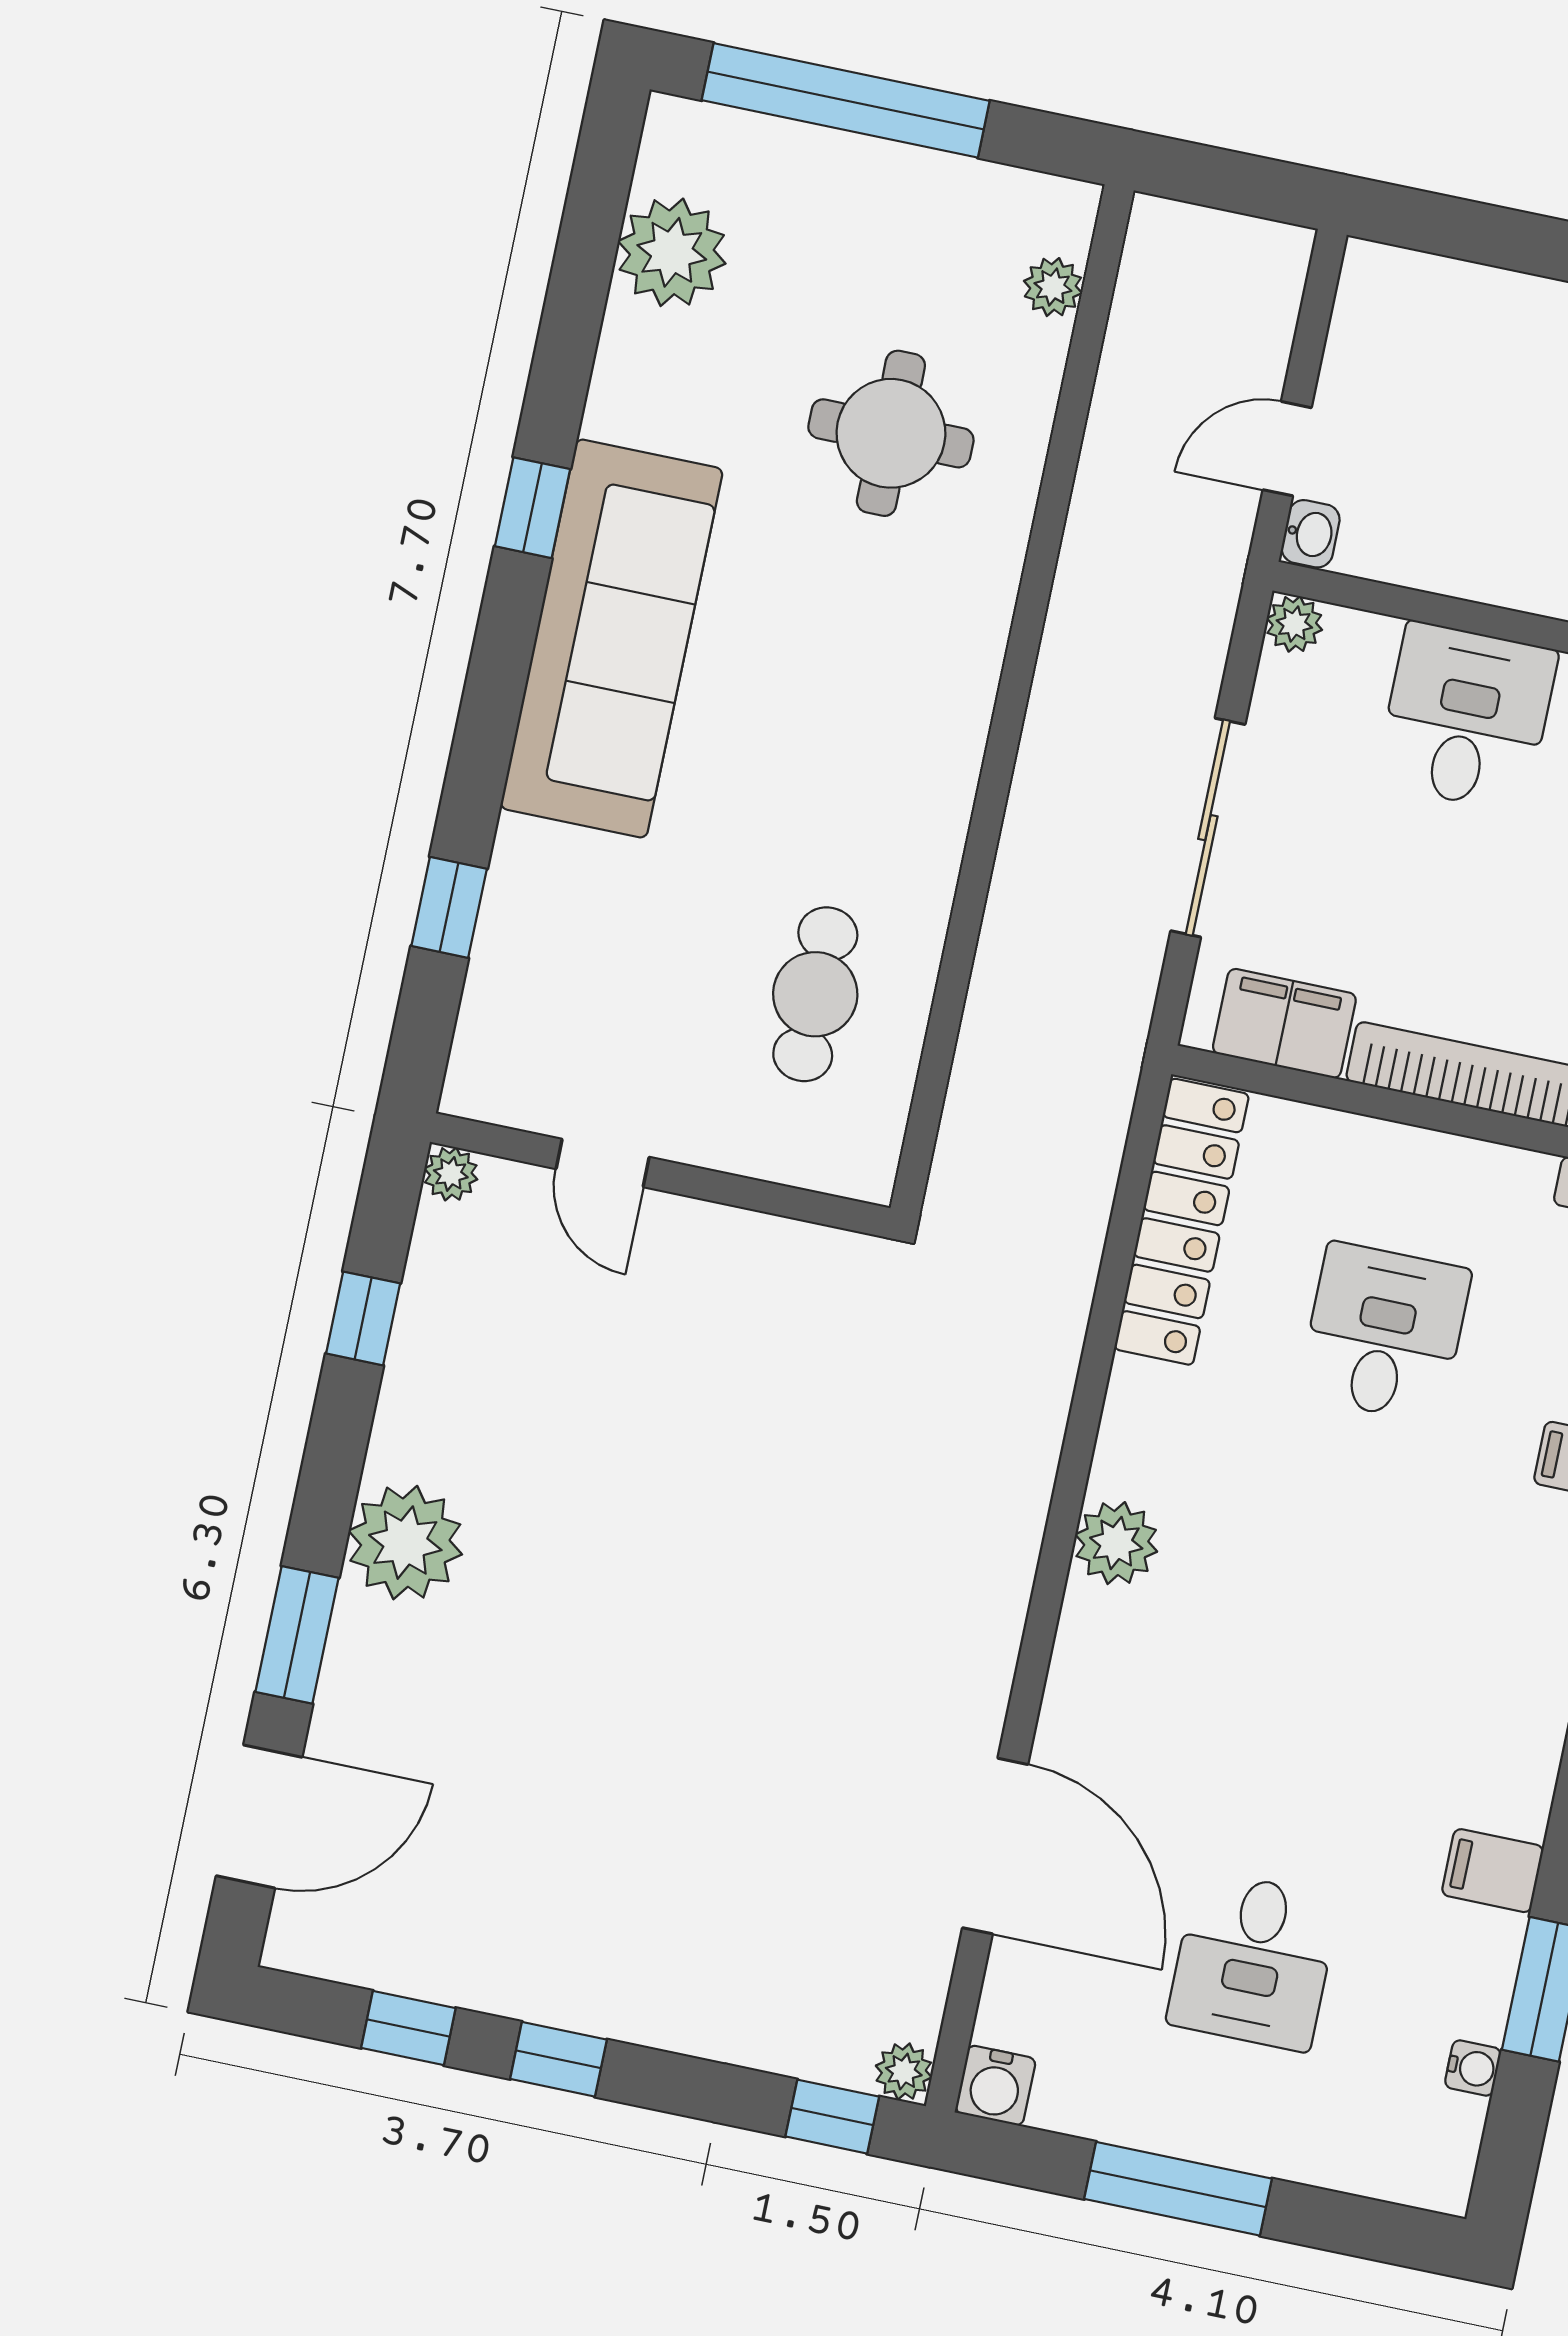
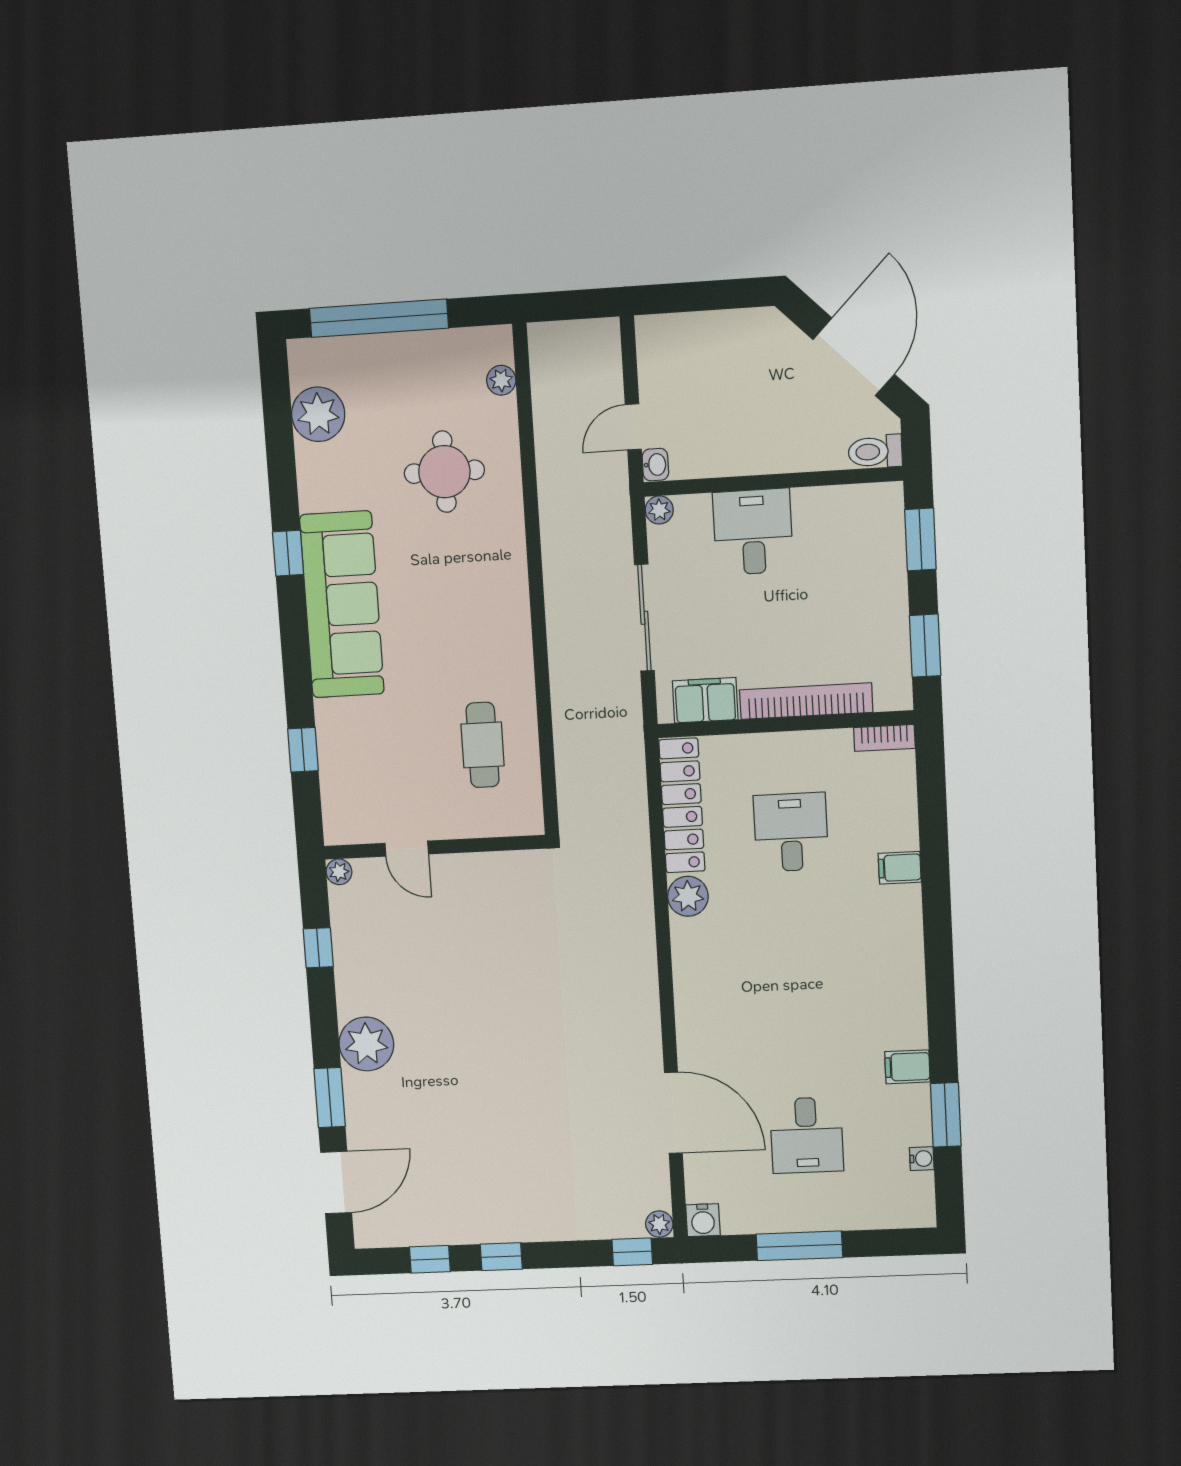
plant: (1116, 1543) -> (688, 896), moved

